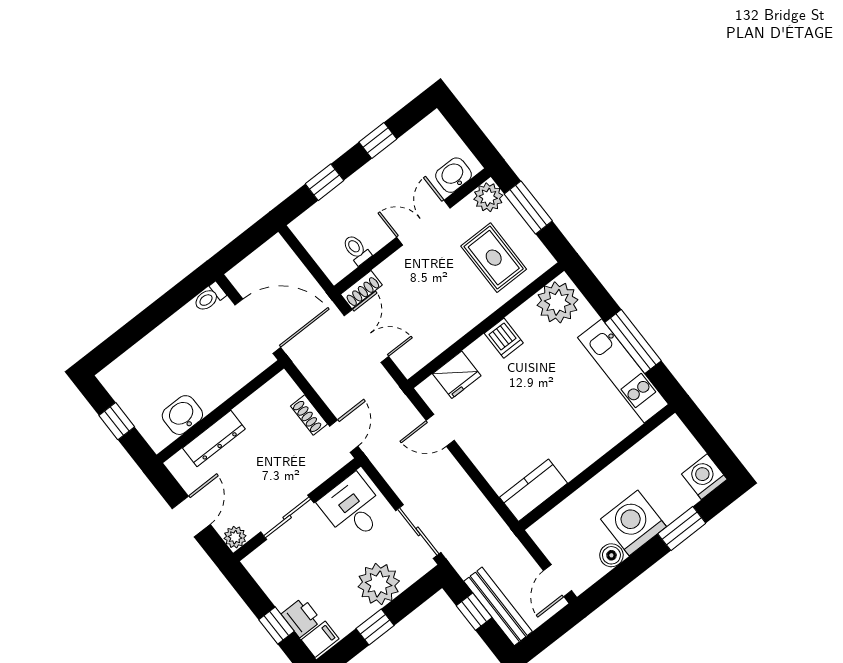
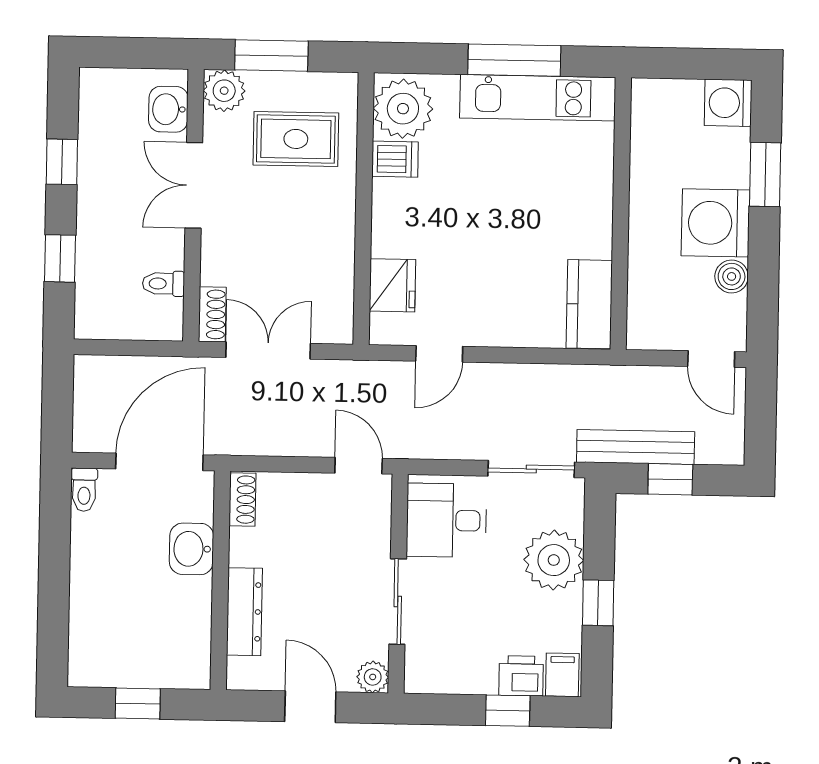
dishwasher: (504, 338) -> (395, 159), moved
washbasin: (182, 415) -> (192, 549), moved
shoe rack: (309, 415) -> (242, 500), moved, turned -90
bench: (498, 606) -> (636, 447), moved

